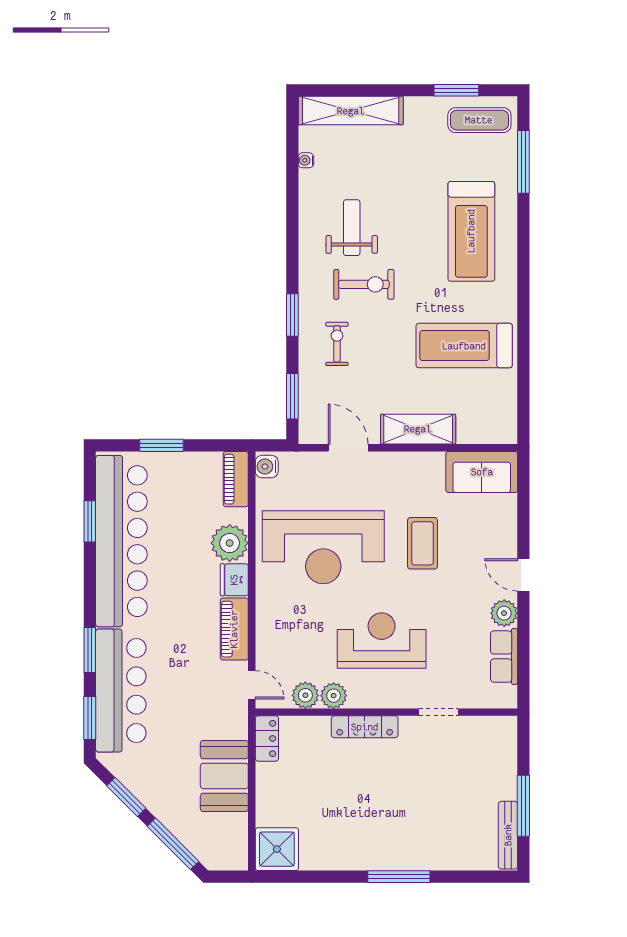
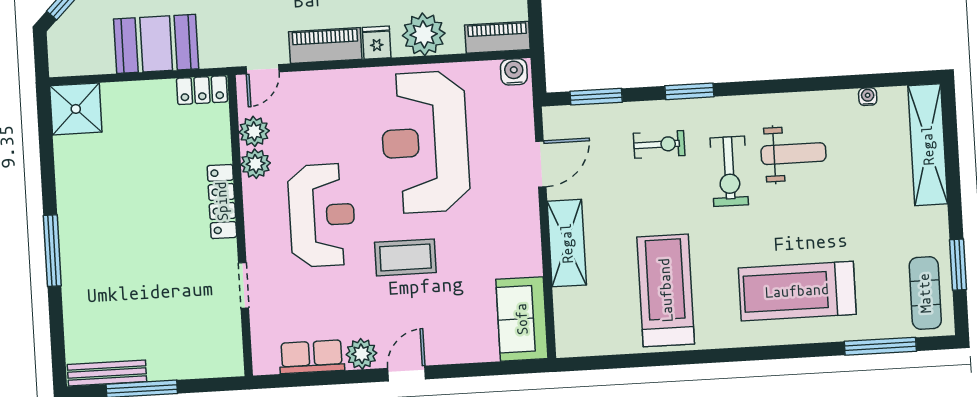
coffee table: (422, 543) -> (405, 257), moved
fridge: (234, 580) -> (377, 43), width x0.72

